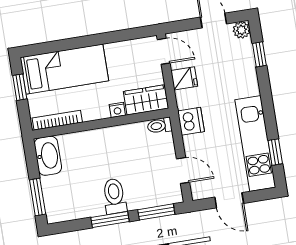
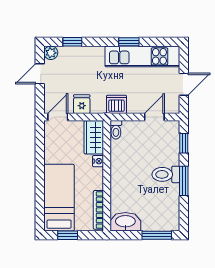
window: (275, 152) -> (129, 42), moved
window: (156, 212) -> (184, 143), width x0.67

